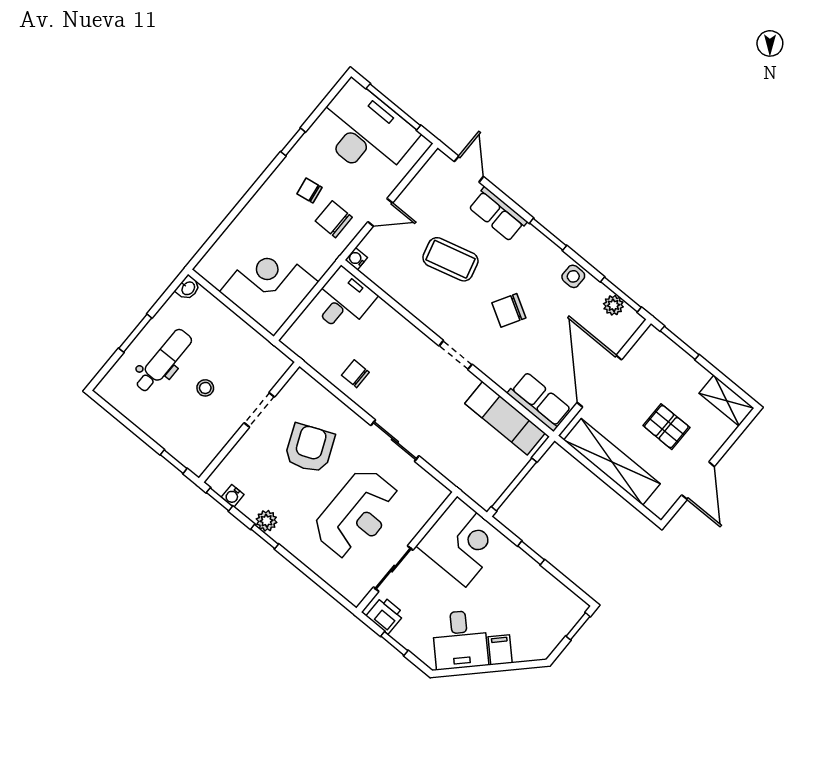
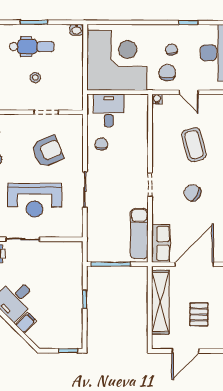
corner desk: (269, 287) -> (117, 60), width x1.36, depth x1.36
desk: (343, 301) -> (109, 110), moved, turned -90
corner desk: (461, 542) -> (63, 261), removed

